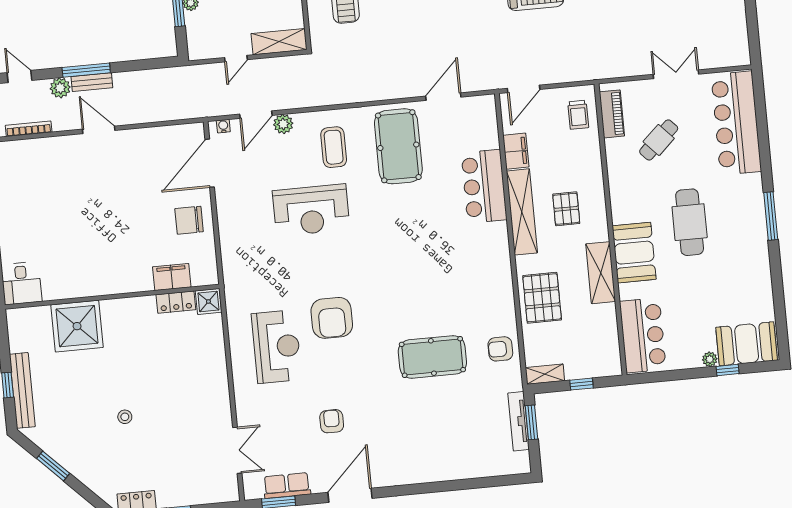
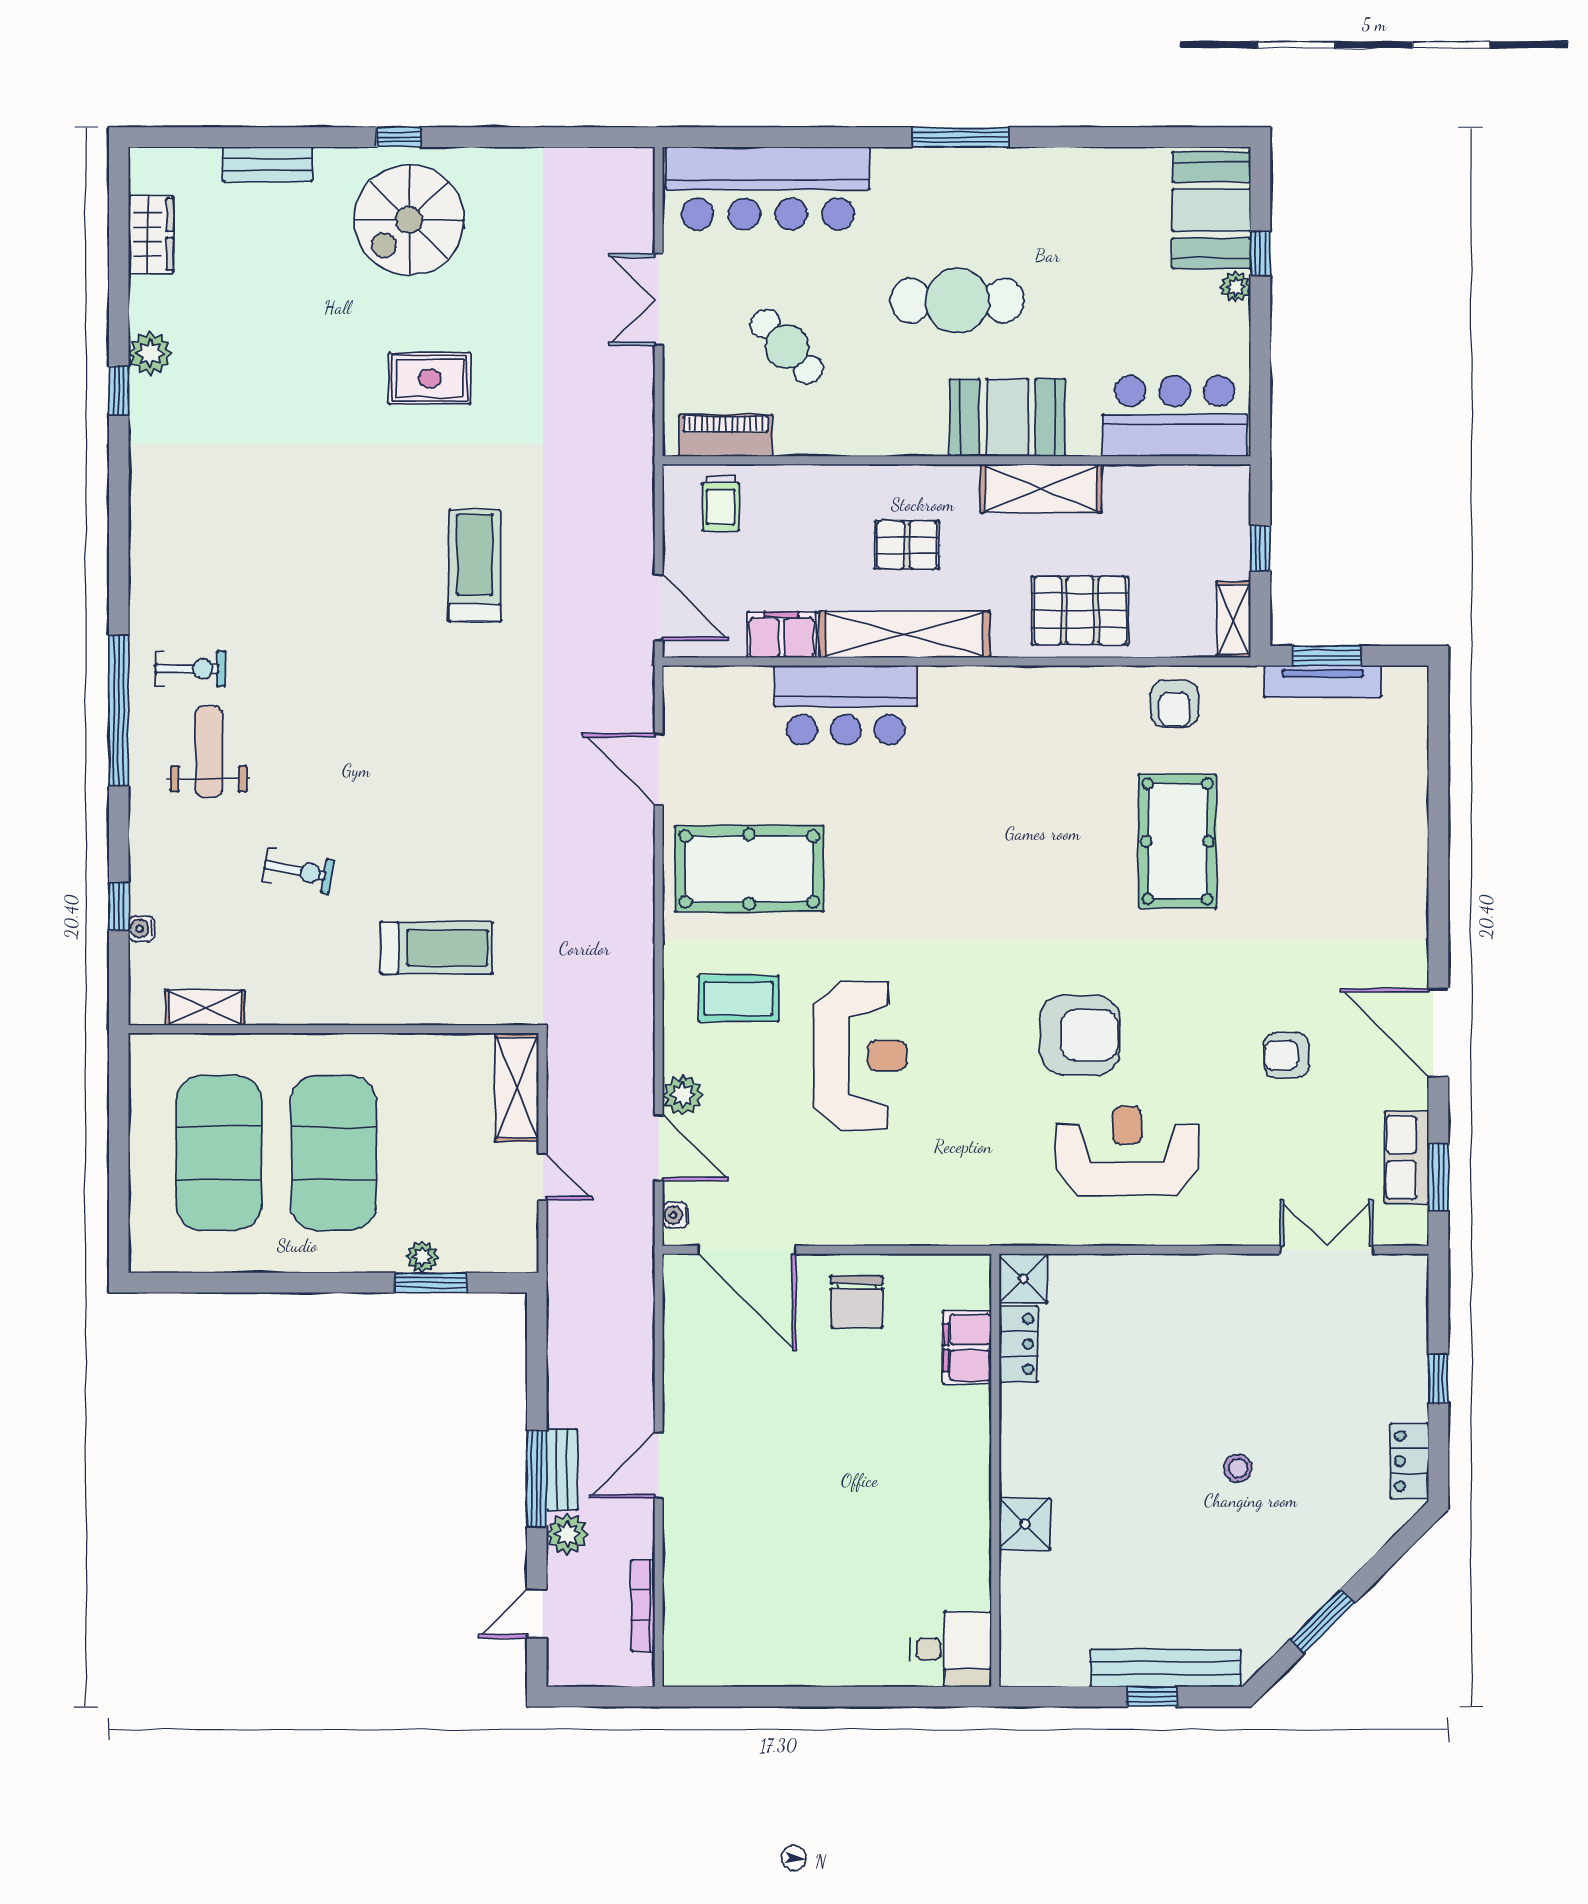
trolley: (578, 115) -> (721, 503), turned 90
shower: (77, 326) -> (1025, 1524), width x0.54, depth x0.54

